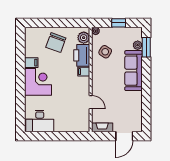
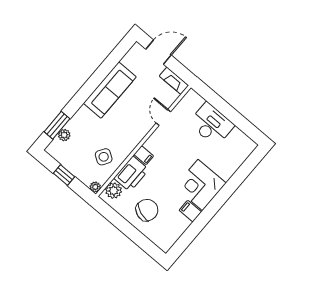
sofa: (133, 71) -> (110, 90), moved
desk: (40, 121) -> (211, 124), moved

